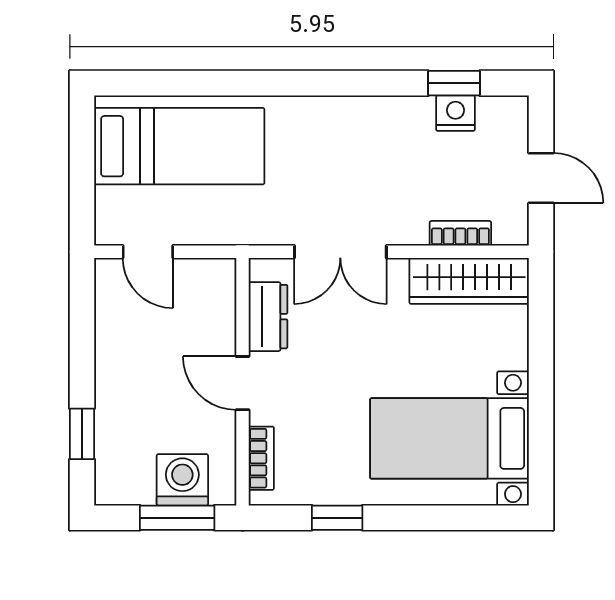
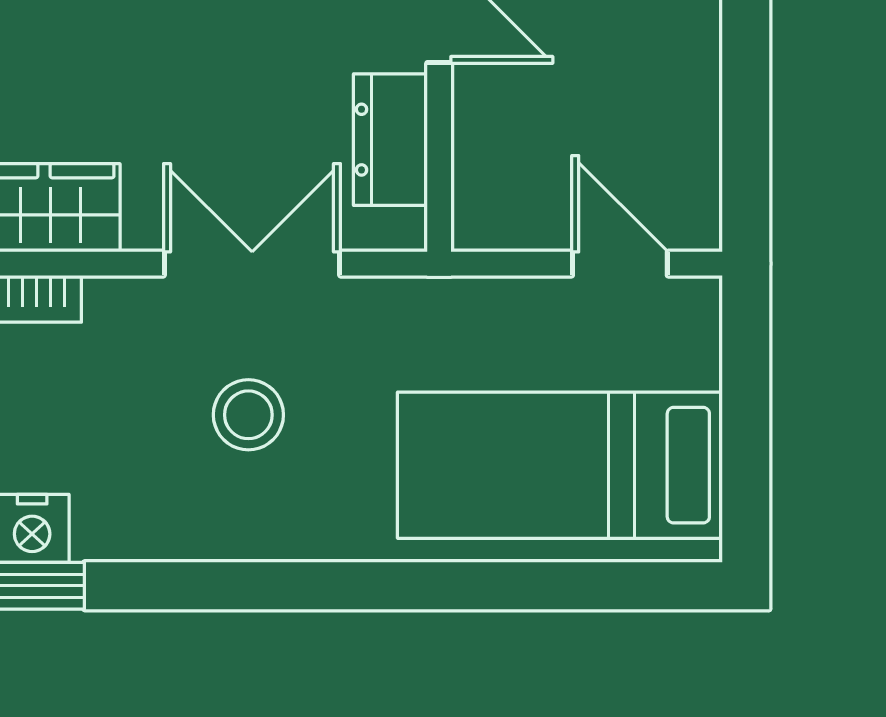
stool: (342, 173) -> (248, 415), added

